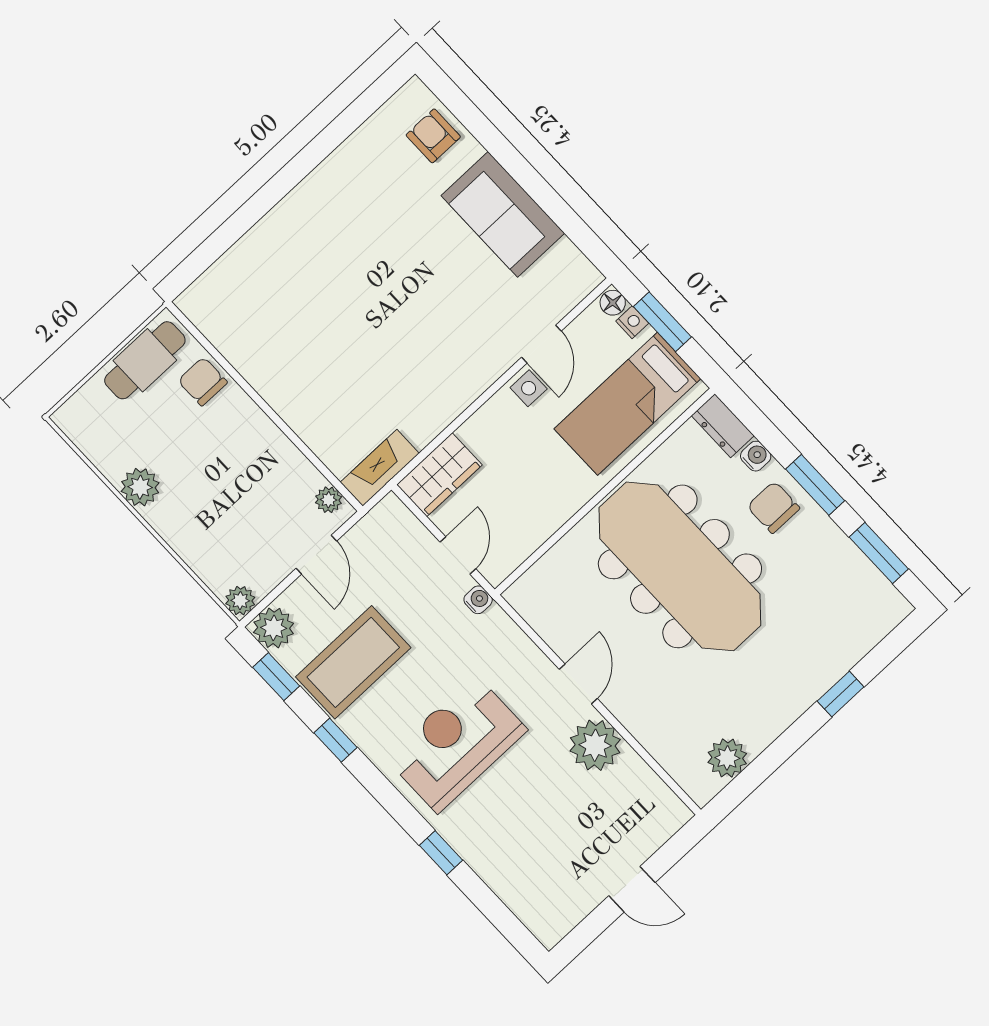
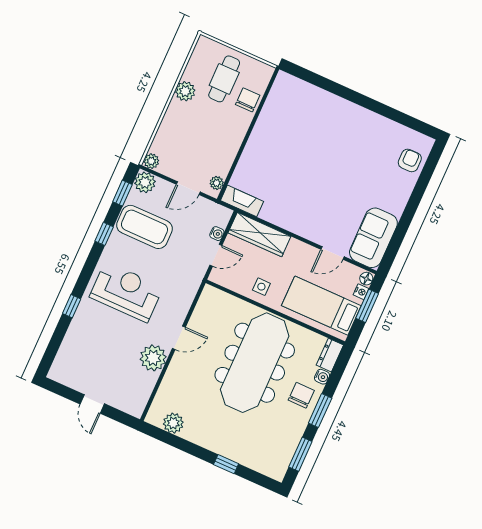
sofa: (503, 214) -> (373, 238), moved
cafe table: (145, 360) -> (224, 79), moved, turned 90
side table: (529, 388) -> (261, 287), moved
wardrobe: (439, 475) -> (259, 235), width x1.50
water cooler: (478, 600) -> (217, 234), moved

